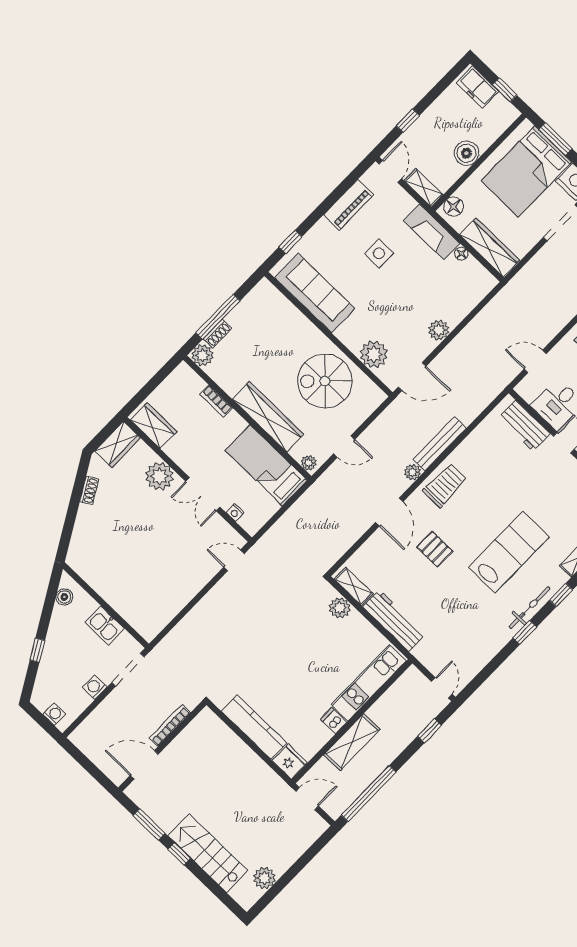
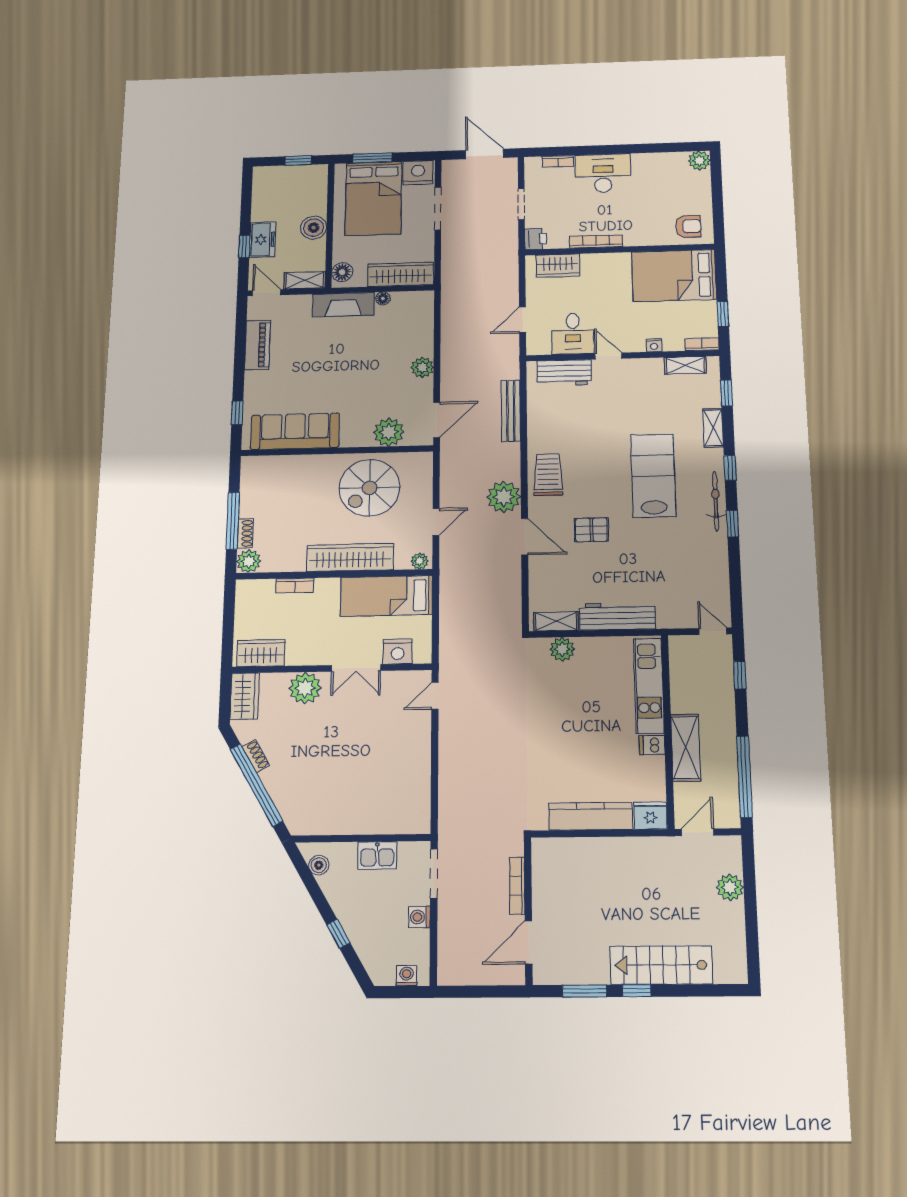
freezer: (478, 87) -> (262, 240), moved, turned -90
side table: (379, 253) -> (317, 357), removed
bench: (440, 444) -> (511, 411), moved
plant: (412, 472) -> (504, 497), width x1.87, depth x1.87
window: (73, 509) -> (256, 785), added
nightstand: (235, 513) -> (398, 652), width x1.89, depth x1.79
plant: (264, 878) -> (730, 887), moved

